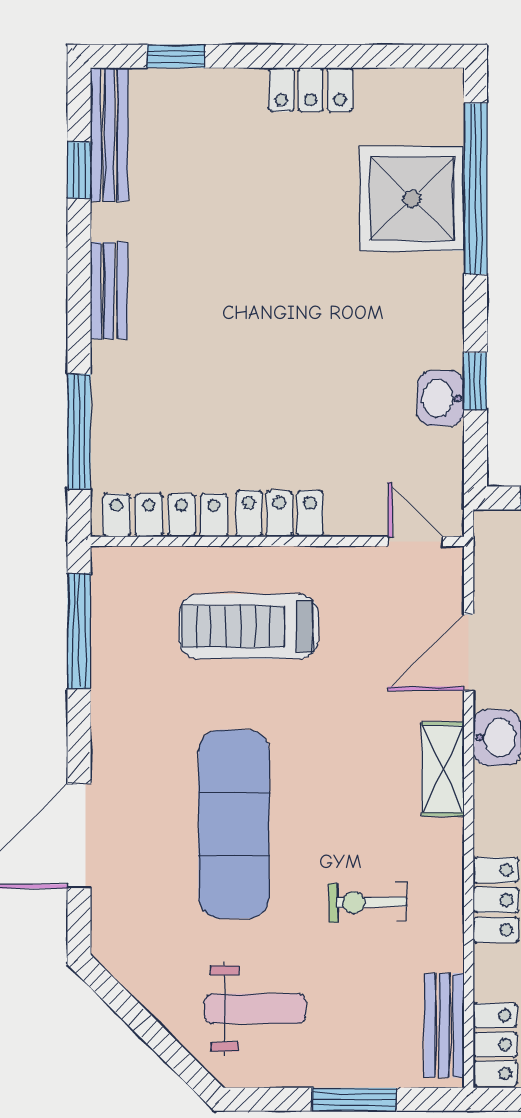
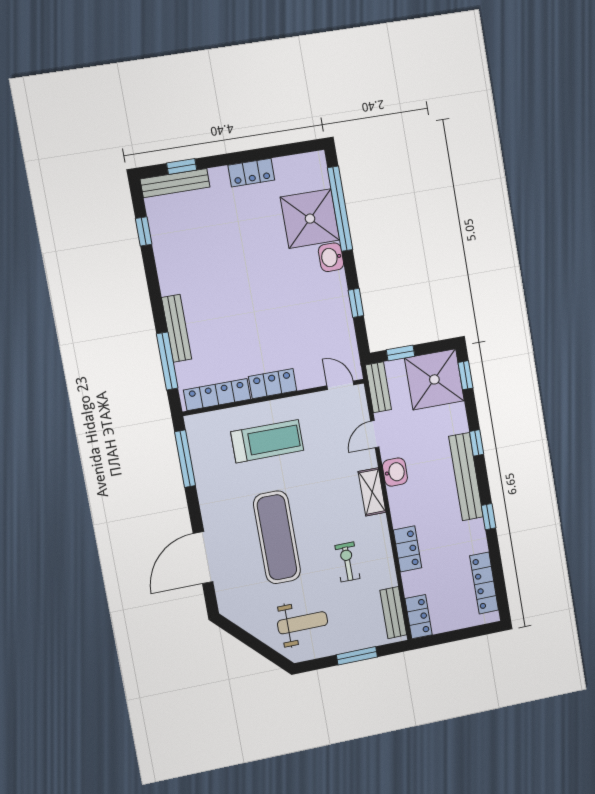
bench: (109, 134) -> (175, 183), moved, turned 90
bench: (109, 290) -> (177, 328), moved, width x1.36
washbasin: (441, 398) -> (331, 257), moved
bench: (492, 559) -> (378, 387), added
treadmill: (249, 626) -> (267, 441), turned 180
door: (469, 653) -> (375, 434), width x0.73
exercise bike: (368, 902) -> (347, 562), turned 91

